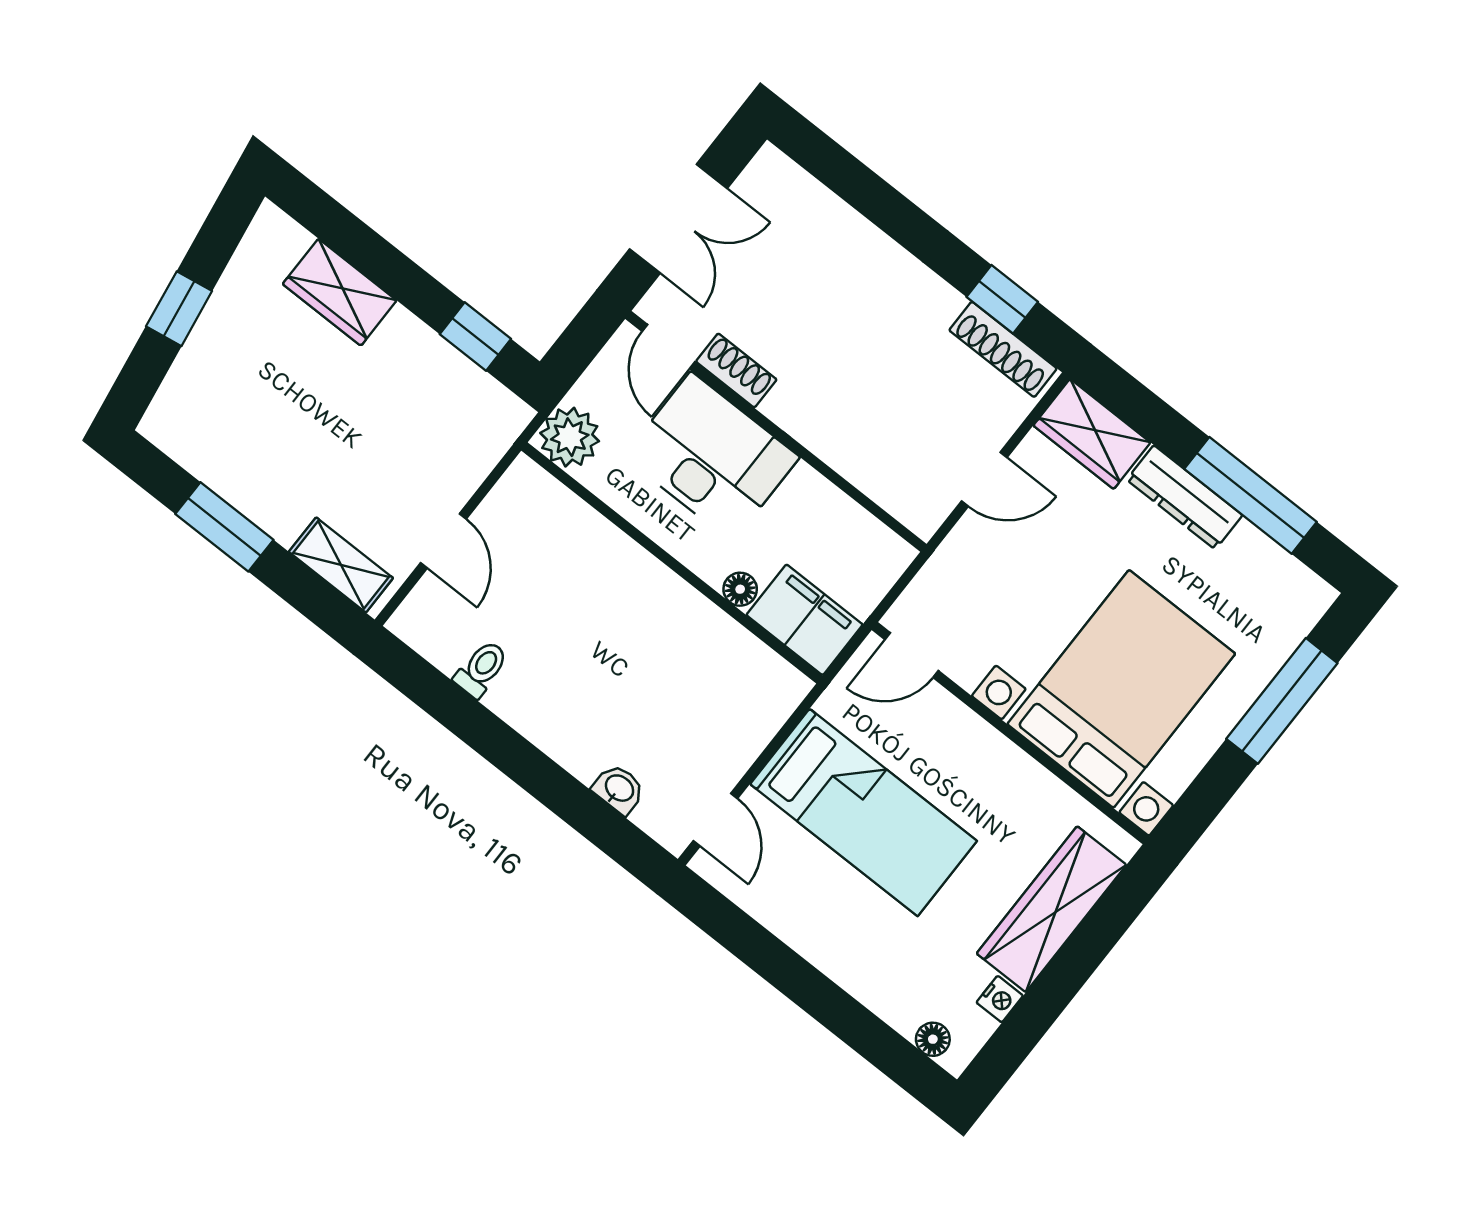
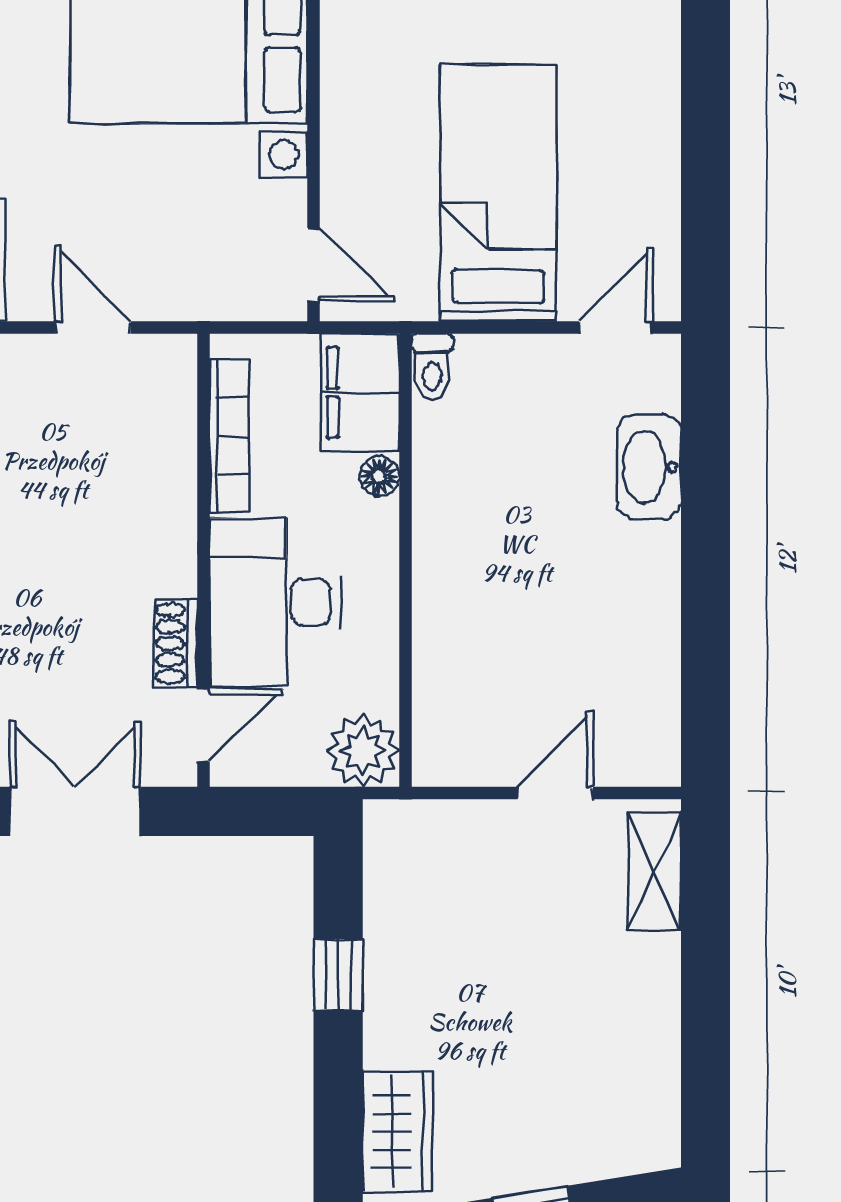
wardrobe: (340, 292) -> (398, 1132), moved
window: (475, 337) -> (338, 975), moved
bookcase: (844, 512) -> (229, 436), added
window: (224, 527) -> (705, 1010), removed
toilet: (481, 669) -> (432, 367), moved, turned -90
washbasin: (619, 789) -> (649, 467), width x1.91, depth x1.45

